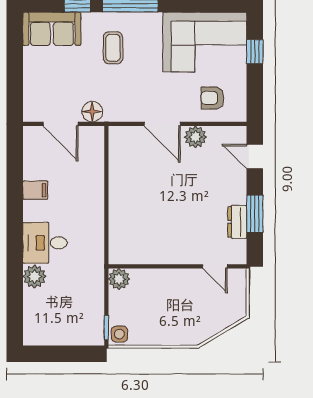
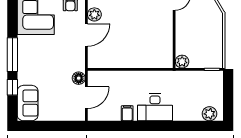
coffee table: (113, 48) -> (39, 65), removed
desk: (45, 243) -> (155, 107), width x1.37
plant: (35, 276) -> (209, 114), moved
side table: (119, 334) -> (216, 61), removed

